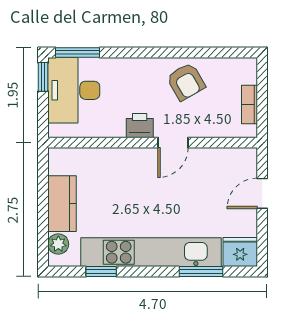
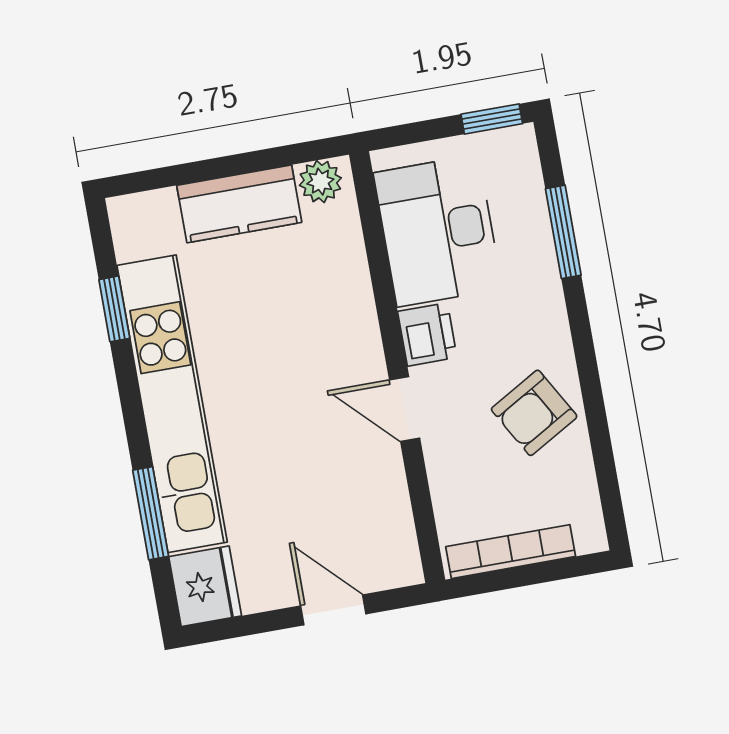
window: (77, 53) -> (563, 232), moved
desk: (74, 90) -> (438, 231), moved, turned -90
bookcase: (249, 104) -> (511, 552), width x1.56
plant: (58, 244) -> (320, 182), moved

